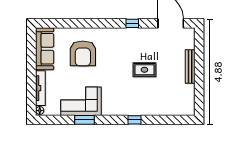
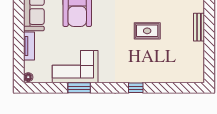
bench: (190, 66) -> (199, 27), width x0.73
tv unit: (40, 88) -> (29, 46), width x0.71

